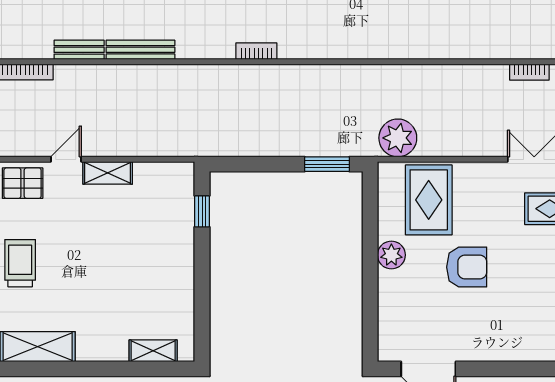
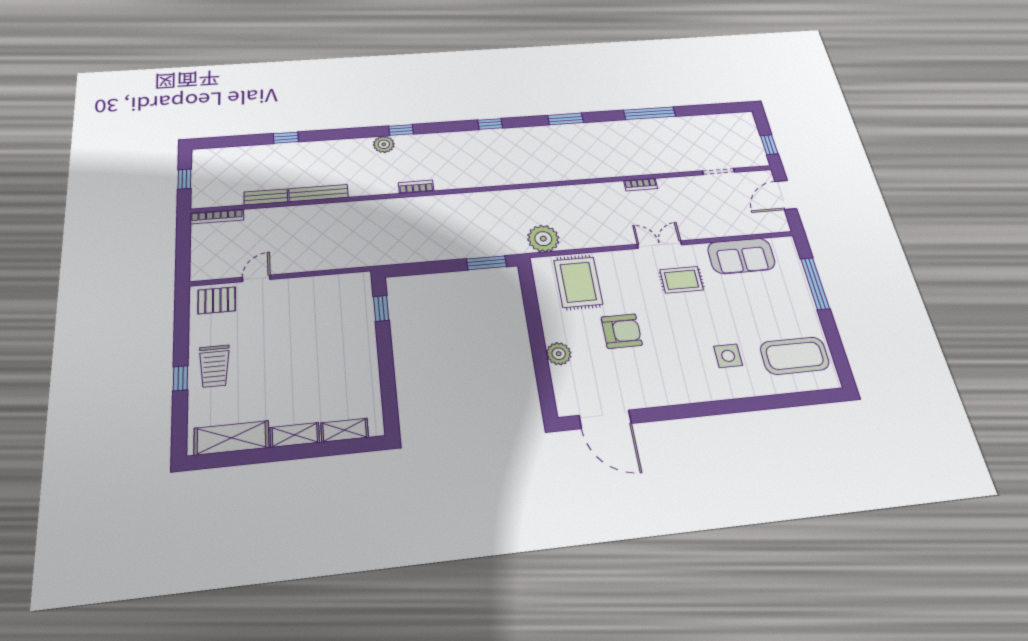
shelving: (108, 173) -> (295, 435), moved
plant: (391, 255) -> (559, 354), moved
trolley: (20, 263) -> (214, 366), turned 180

